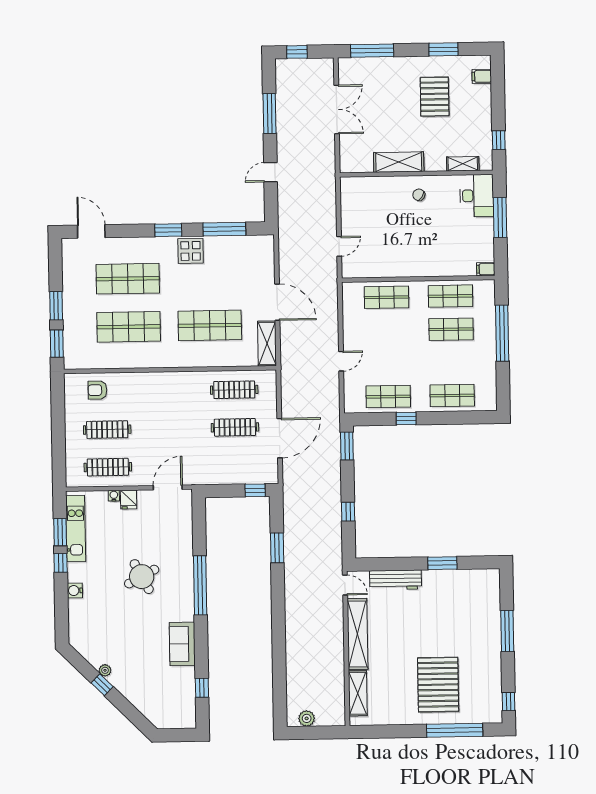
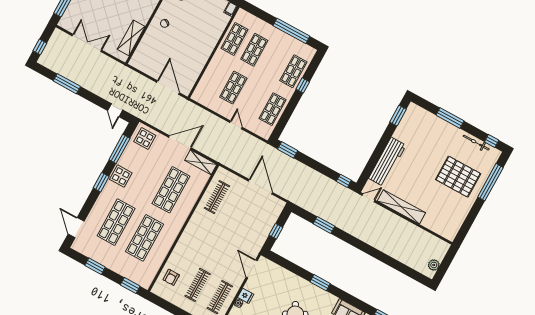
shelving: (399, 162) -> (131, 38), moved
door: (271, 172) -> (115, 110), moved
door: (91, 231) -> (76, 228), hinge flipped
door: (339, 246) -> (168, 87), width x1.88
display table: (256, 254) -> (145, 138), added
shop shelf: (386, 297) -> (233, 88), moved
window: (56, 306) -> (95, 266), moved
window: (502, 333) -> (291, 31), moved
window: (406, 419) -> (303, 85), moved
clothes rail: (235, 427) -> (239, 209), removed
window: (255, 490) -> (276, 231), moved
window: (348, 512) -> (344, 181), moved
window: (442, 563) -> (398, 116), moved
workbench: (396, 580) -> (387, 162), width x1.36, depth x1.32
window: (200, 585) -> (320, 283), width x0.47
bicycle: (495, 683) -> (476, 143), added
shelving: (358, 693) -> (436, 227), removed

